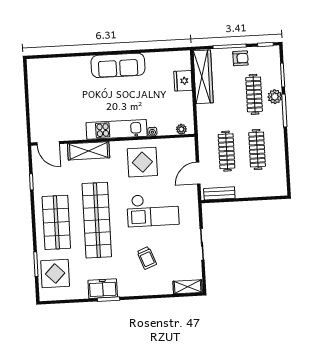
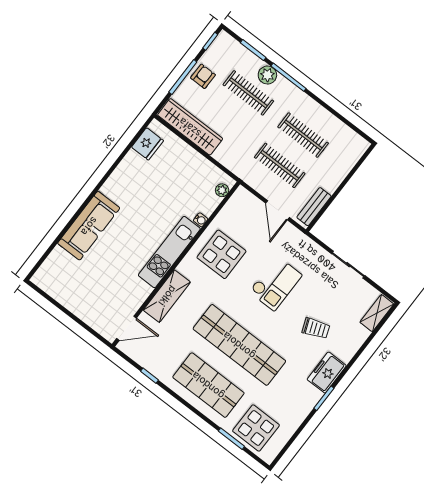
sofa: (118, 65) -> (89, 226), moved
fridge: (183, 81) -> (147, 144), moved, turned -90
checkout: (153, 210) -> (275, 283), width x0.73, depth x0.83
freezer: (103, 289) -> (327, 372), moved

